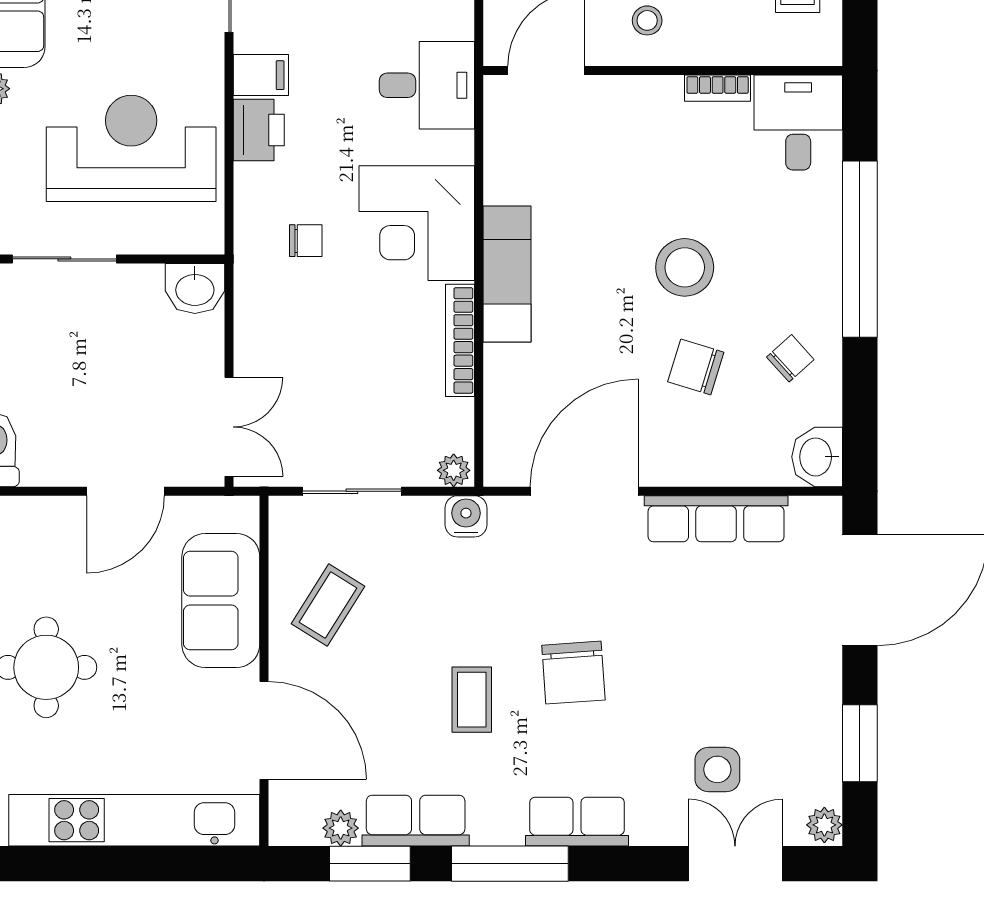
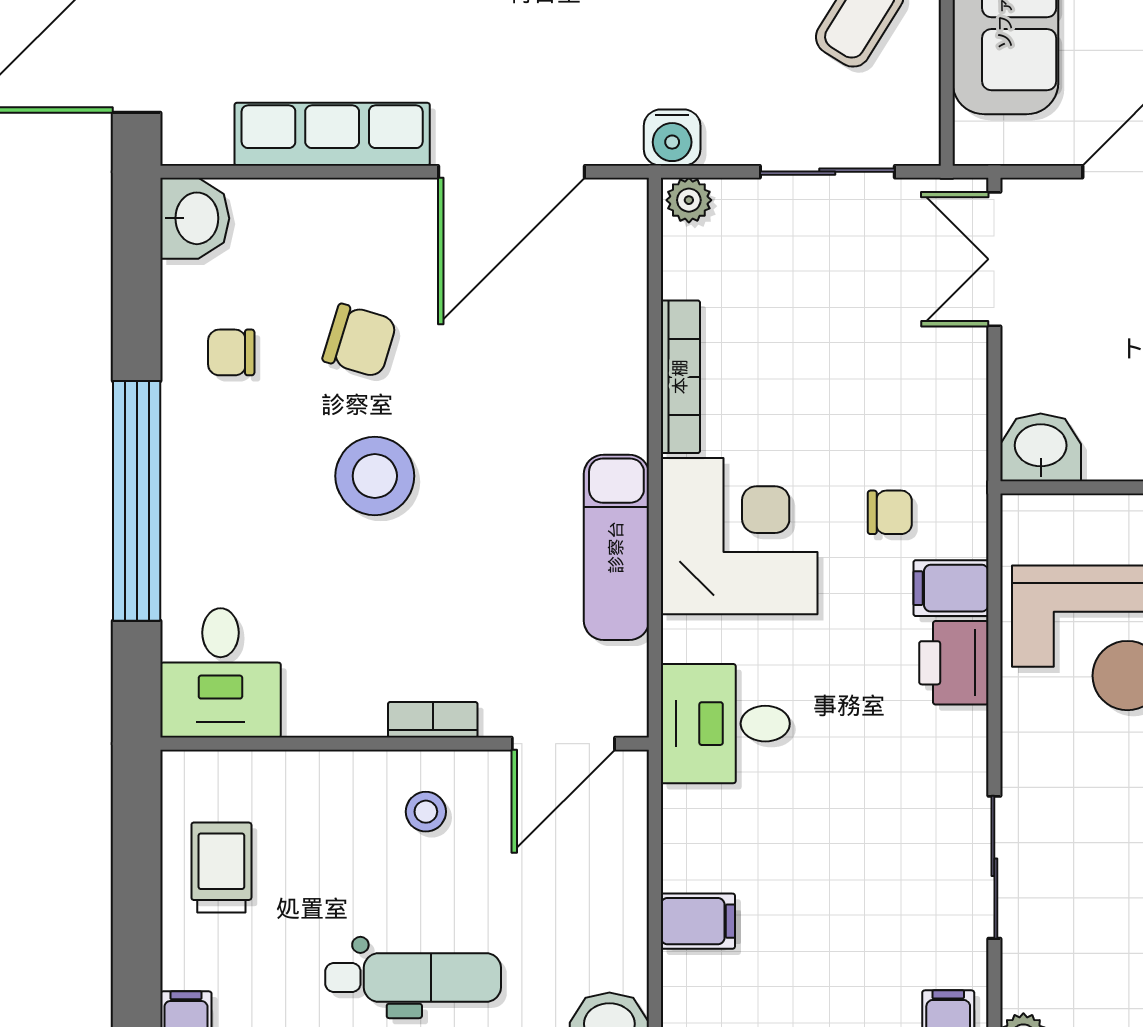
filing cabinet: (261, 75) -> (951, 588), moved
bookcase: (718, 88) -> (433, 720), moved
chair: (306, 241) -> (890, 512), turned 180
exam couch: (507, 274) -> (616, 547), moved
chair: (790, 358) -> (231, 352), turned 42

